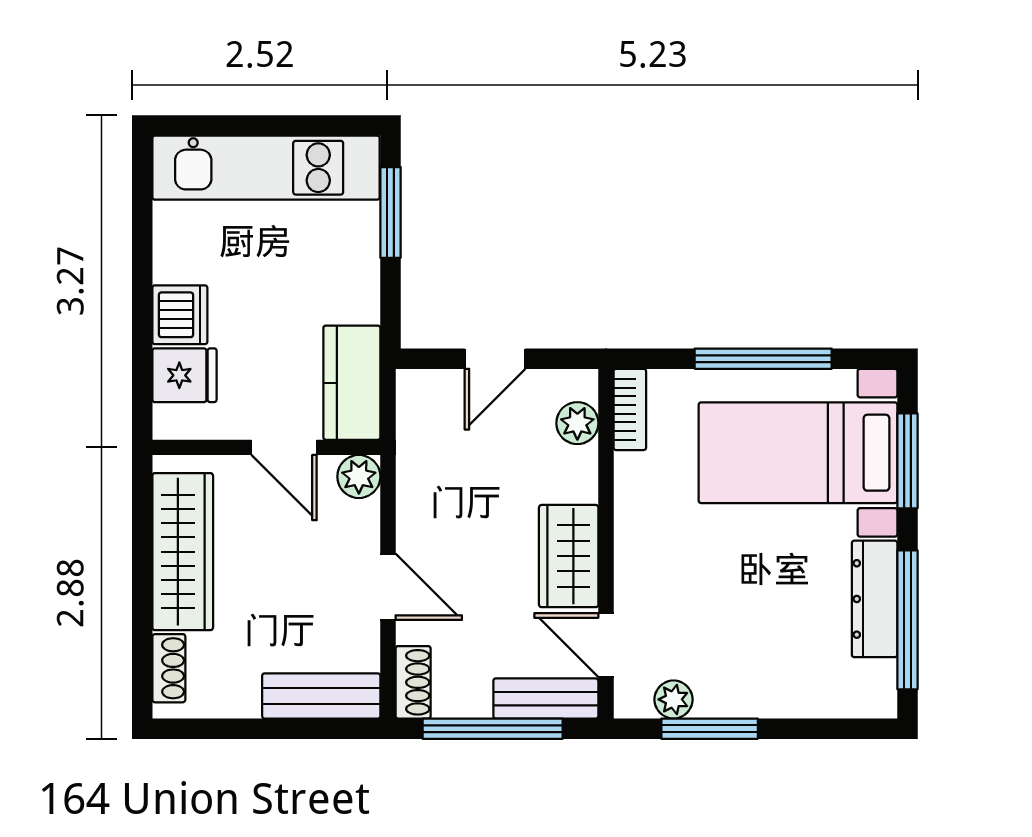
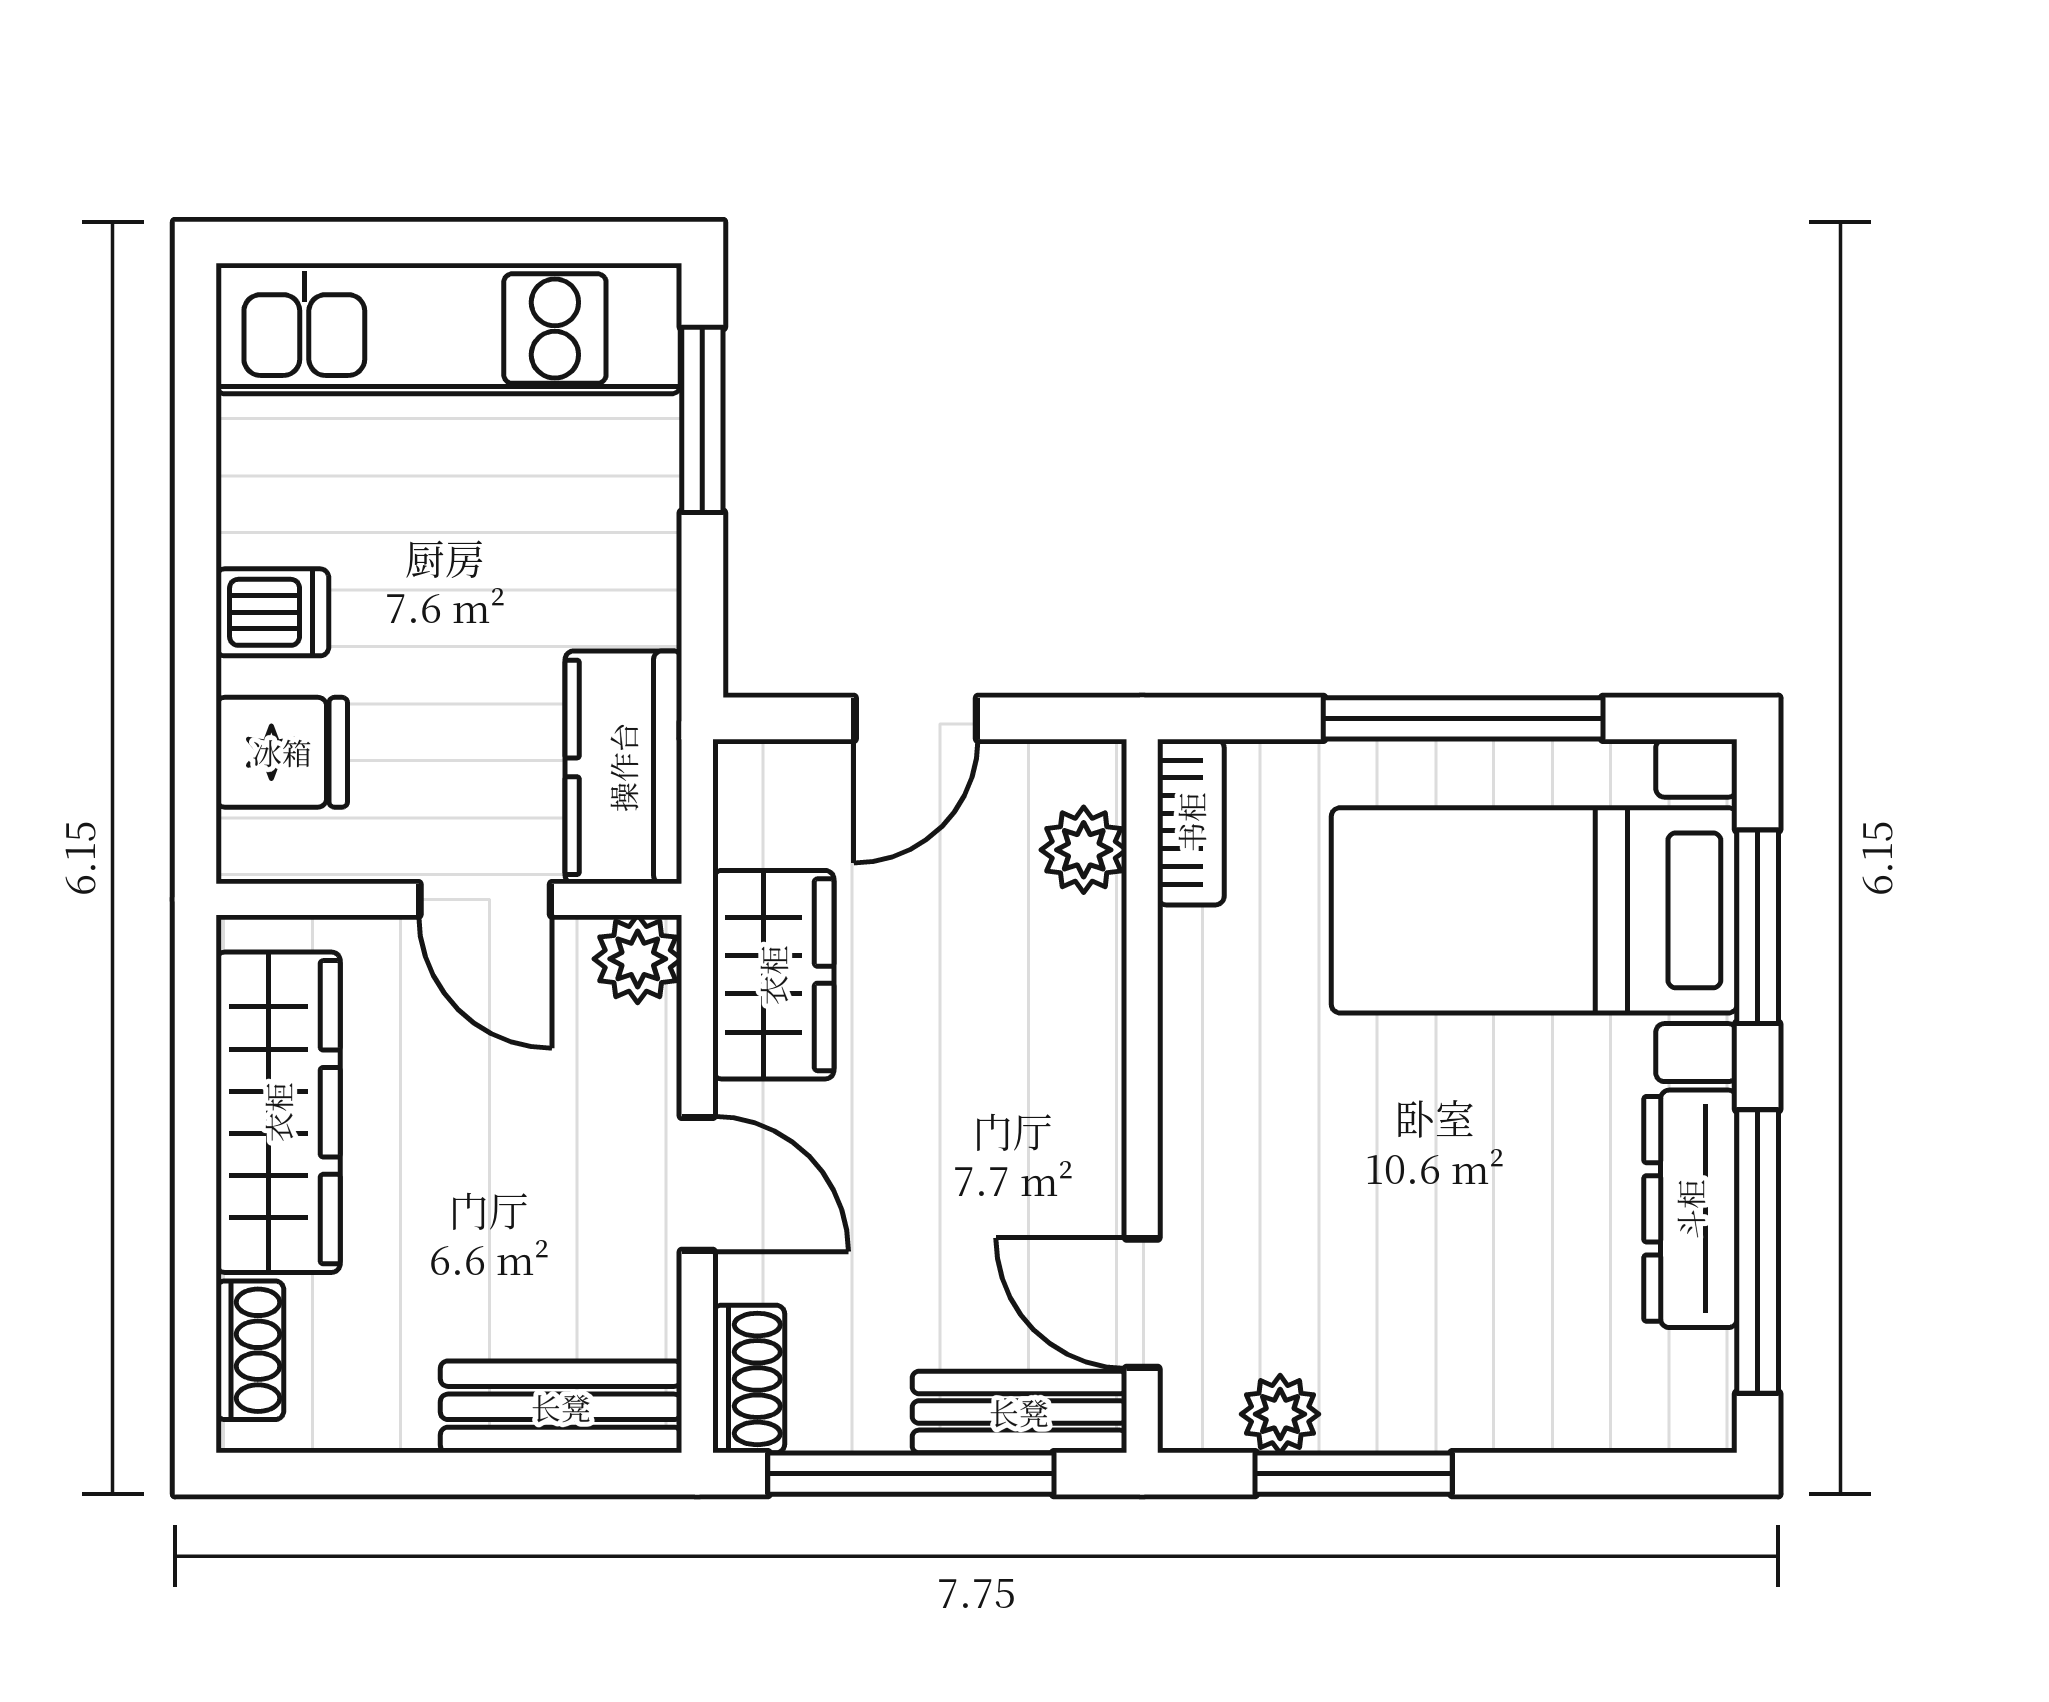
dishwasher: (180, 315) -> (272, 612), width x0.73
wardrobe: (569, 556) -> (773, 975), moved, turned 180

